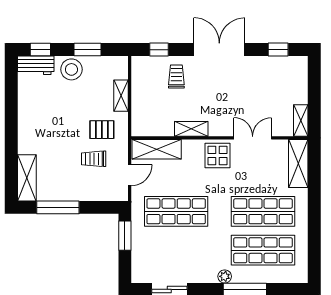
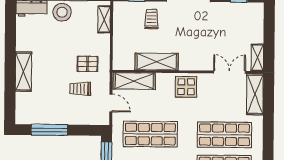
shelving: (121, 96) -> (104, 19), moved
shelving: (191, 129) -> (157, 62), width x1.50, depth x1.33
double door: (253, 138) -> (229, 72), moved
door: (130, 175) -> (111, 103), hinge flipped
shelving: (27, 178) -> (23, 72), moved

